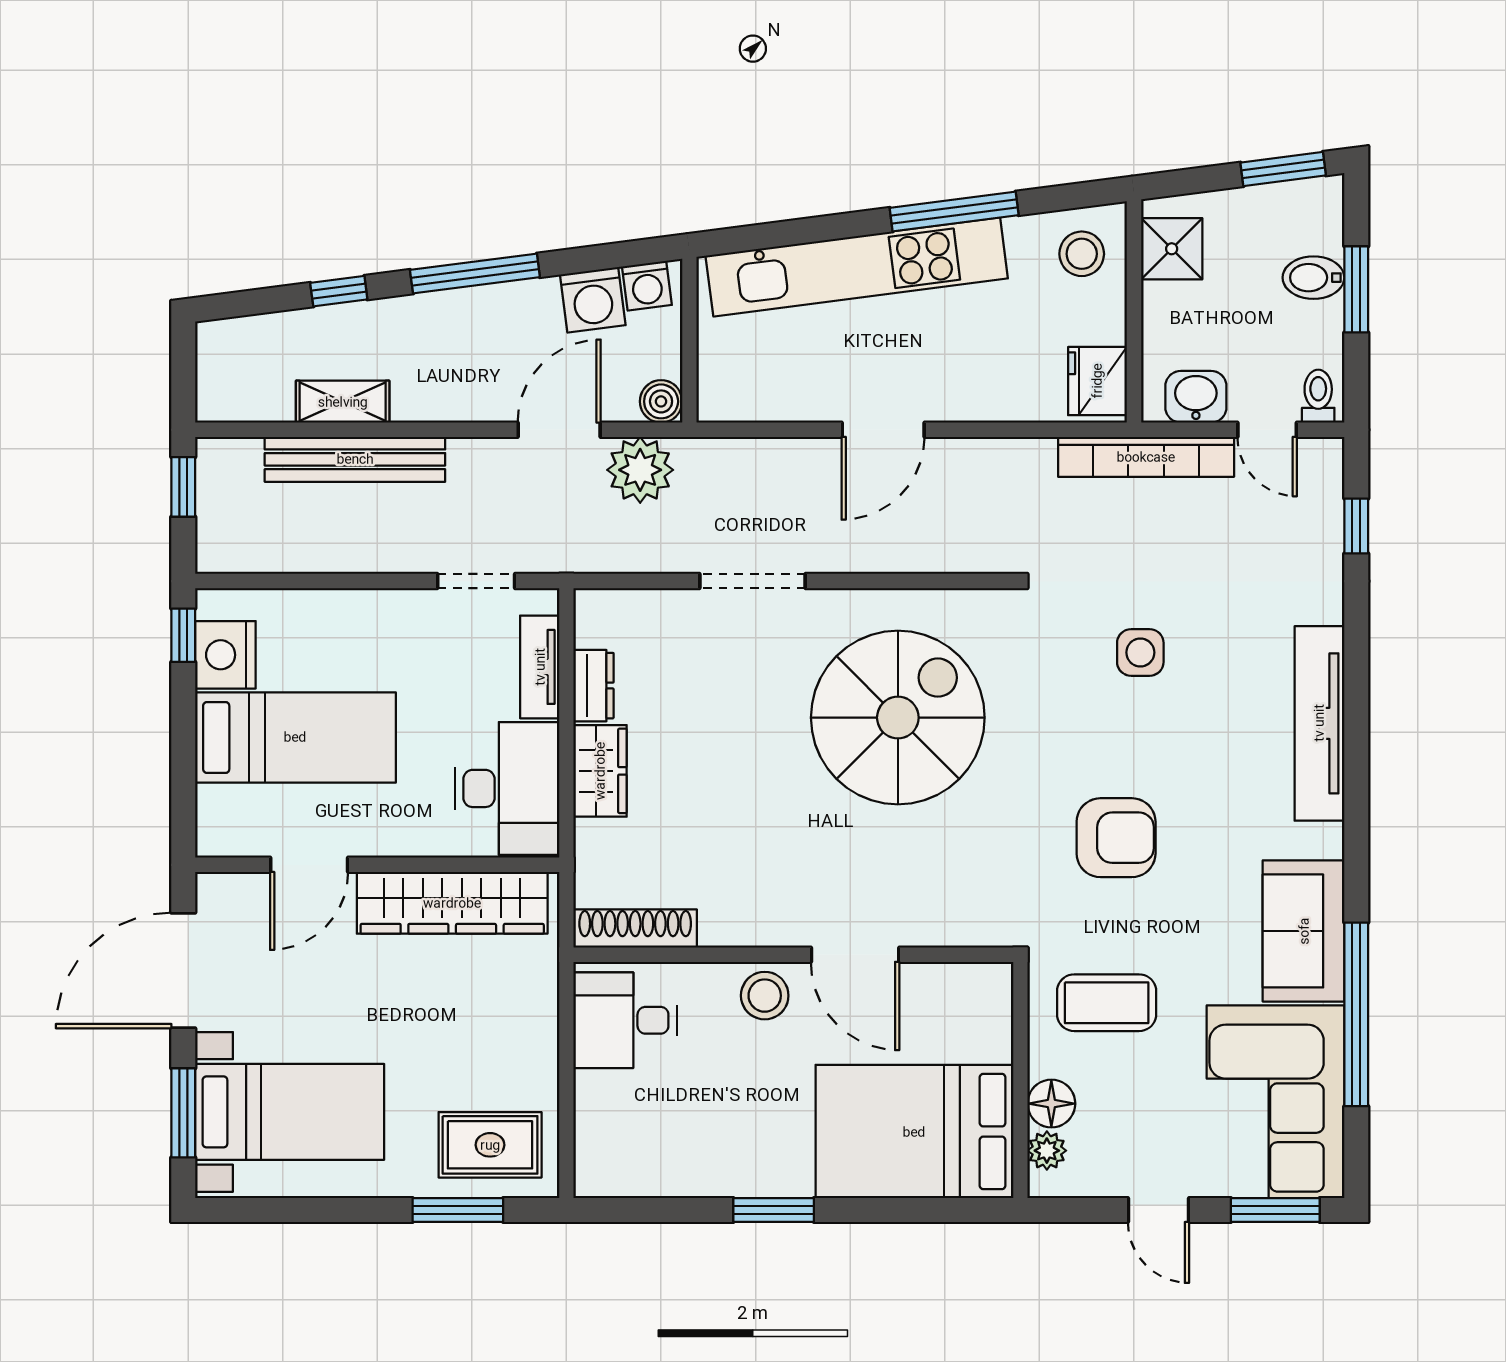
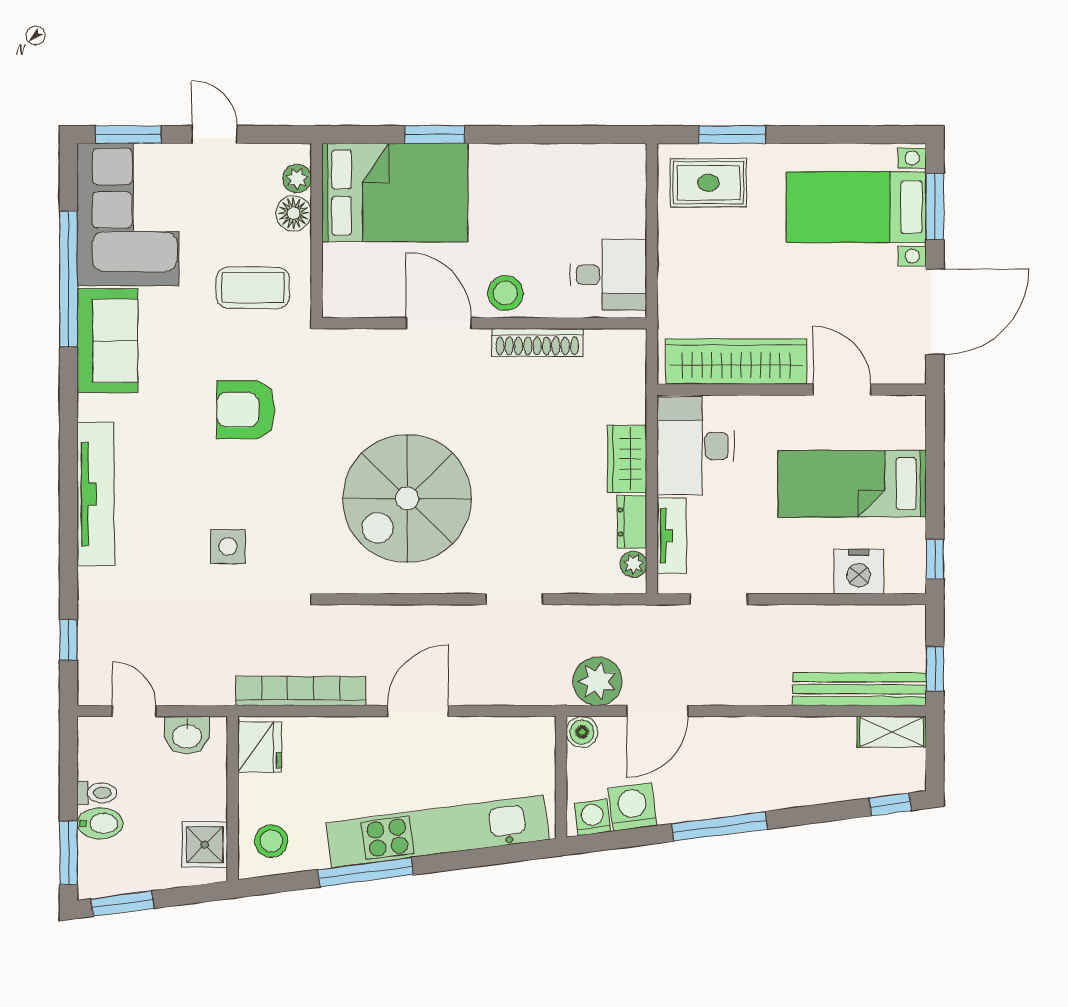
window: (1356, 289) -> (68, 853), moved
window: (339, 291) -> (890, 804), moved
toilet: (1318, 396) -> (97, 793), moved, turned -90
shelving: (343, 402) -> (892, 732), moved
bookcase: (1146, 457) -> (301, 691), moved
bench: (355, 459) -> (859, 689), moved
doorway: (753, 581) -> (514, 599), width x0.73
plant: (591, 628) -> (634, 564), added
nightstand: (225, 655) -> (859, 572), moved, turned 90
door: (309, 865) -> (842, 390), hinge flipped
shoe rack: (635, 929) -> (537, 343), moved
window: (774, 1210) -> (435, 135), moved

